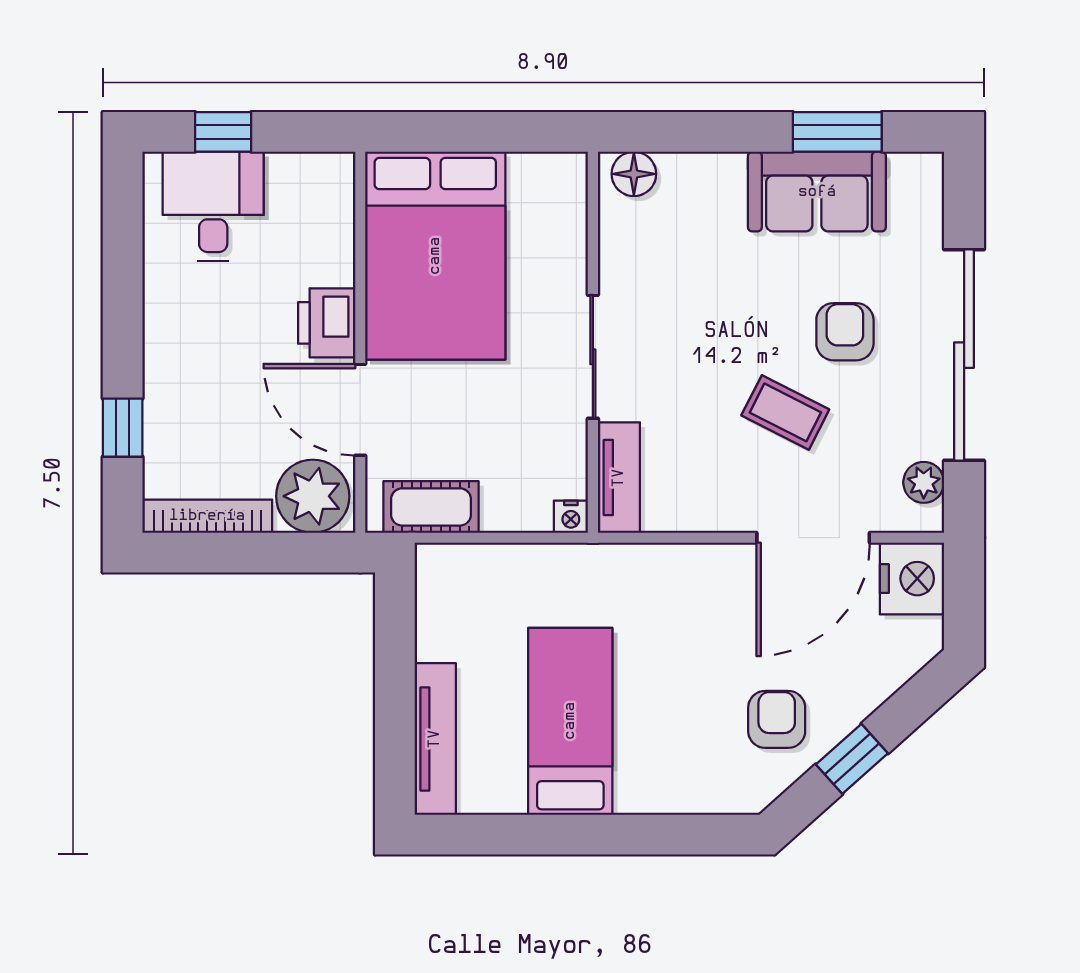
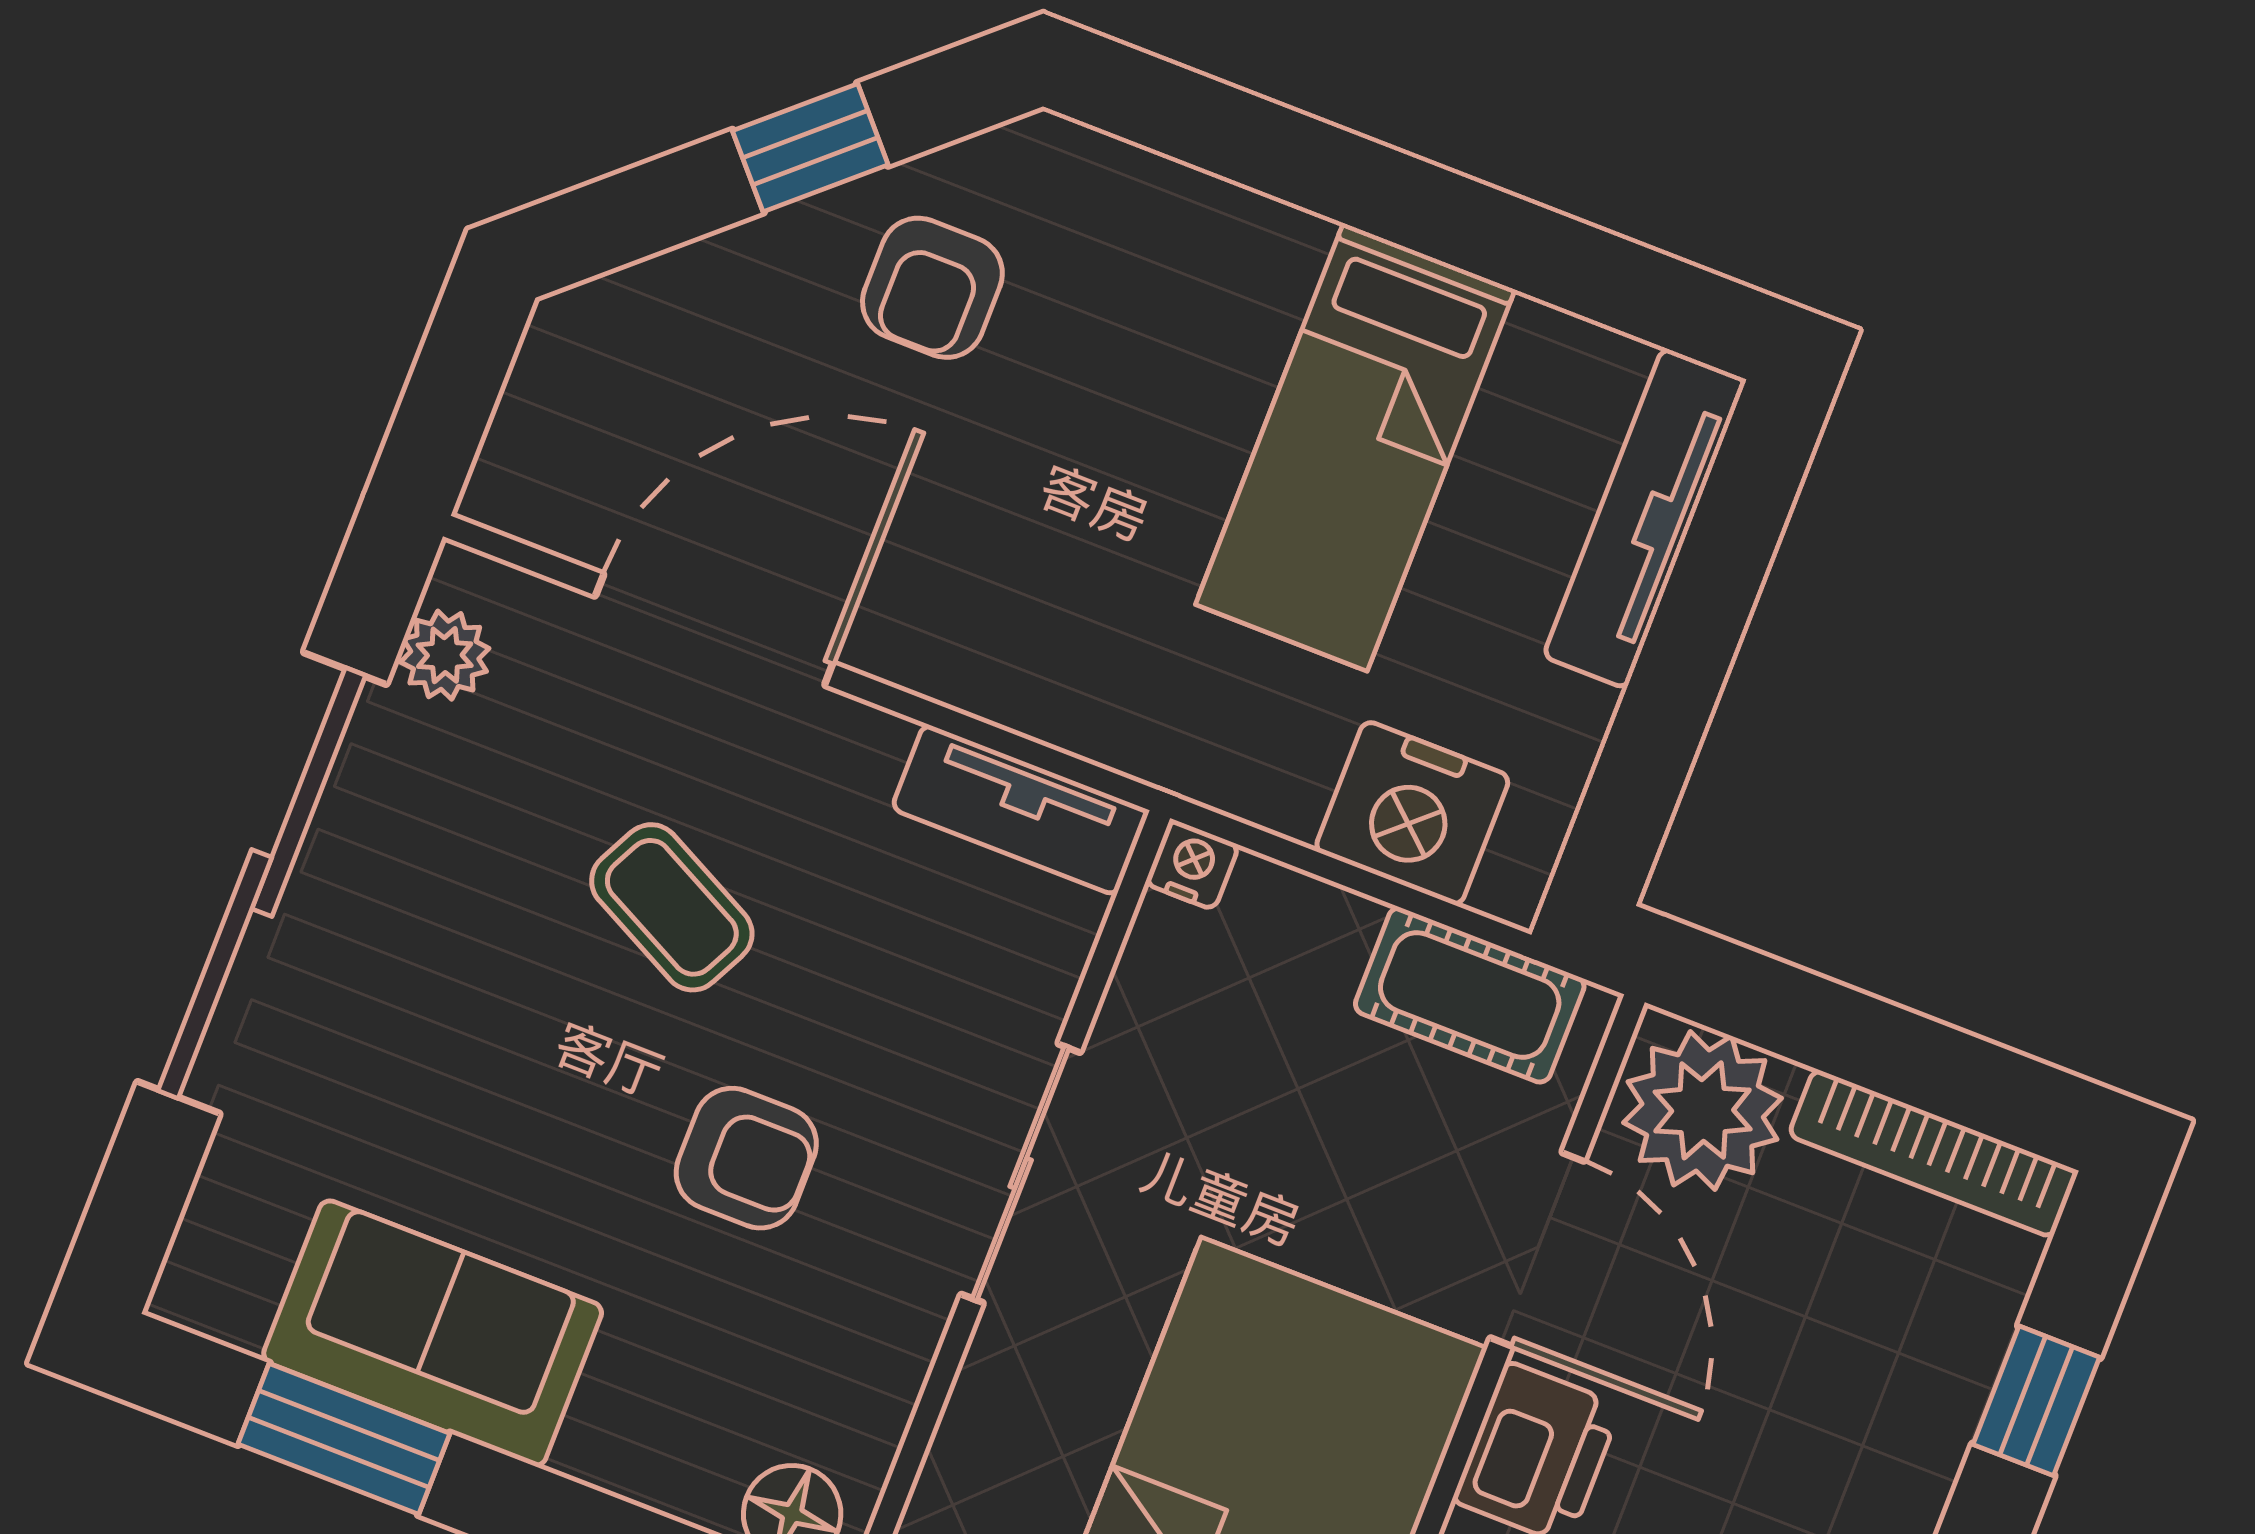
armchair: (845, 332) -> (746, 1158), moved, turned -90
tv unit: (619, 478) -> (1020, 810), moved, turned -90
nightstand: (912, 579) -> (1412, 813), moved, turned -90

